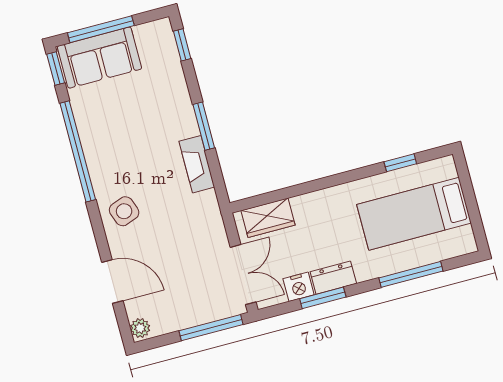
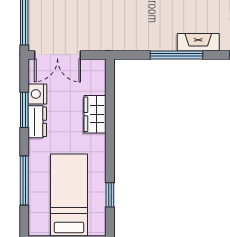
window: (204, 126) -> (177, 55), width x1.44
fireplace: (197, 164) -> (198, 42), moved
wardrobe: (268, 218) -> (95, 114), moved

